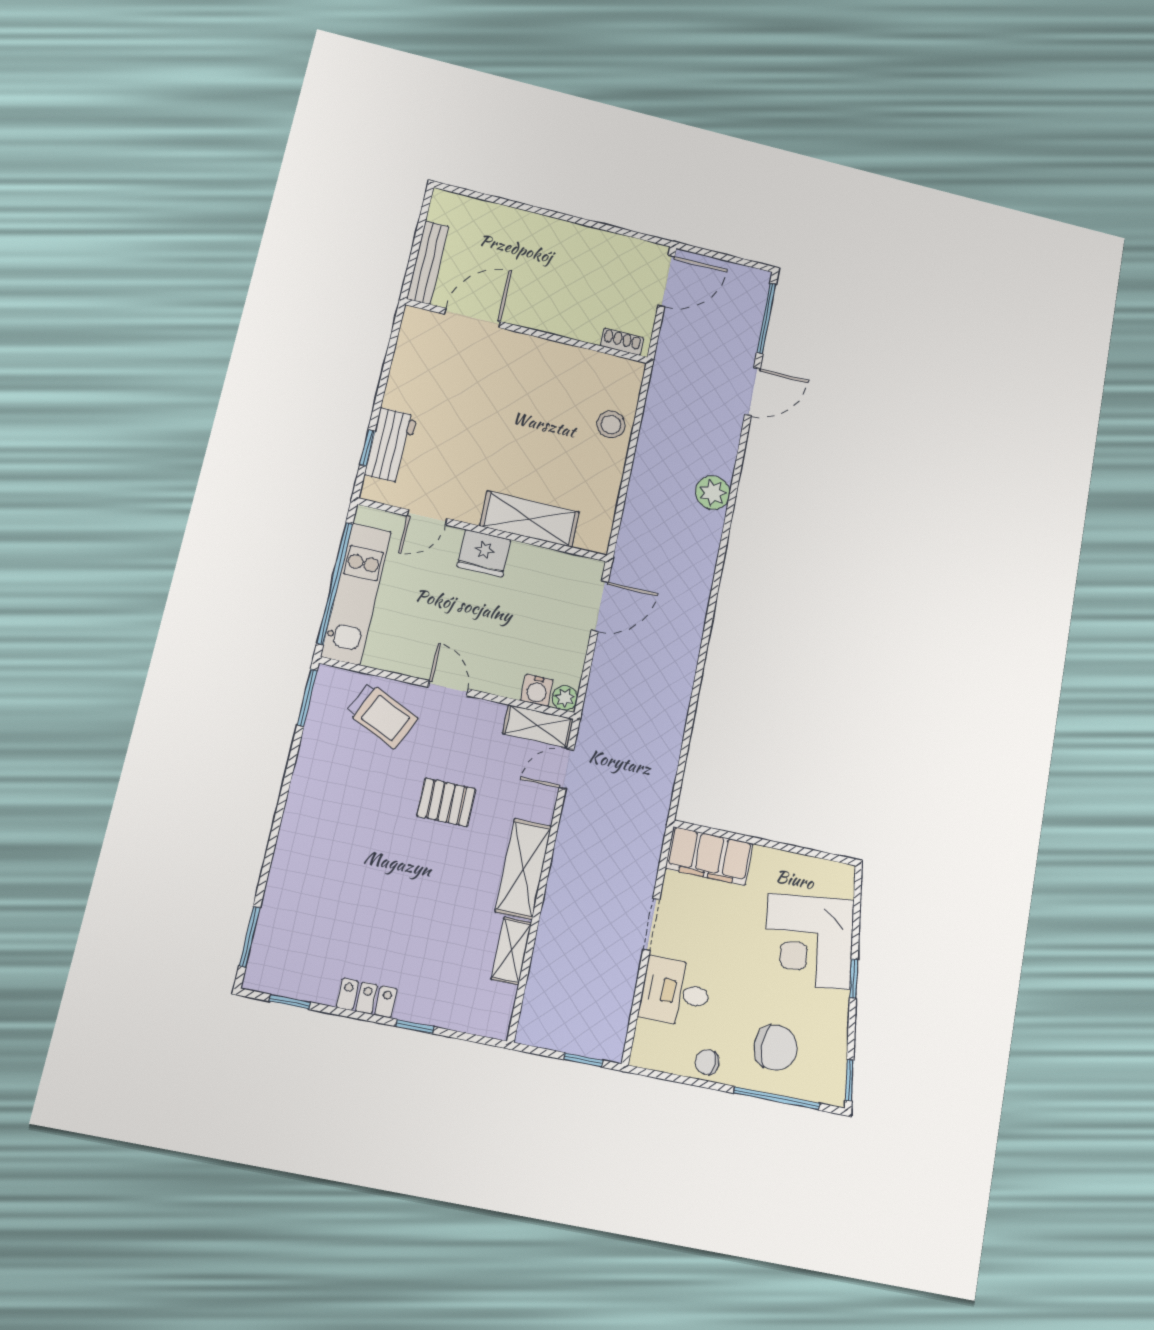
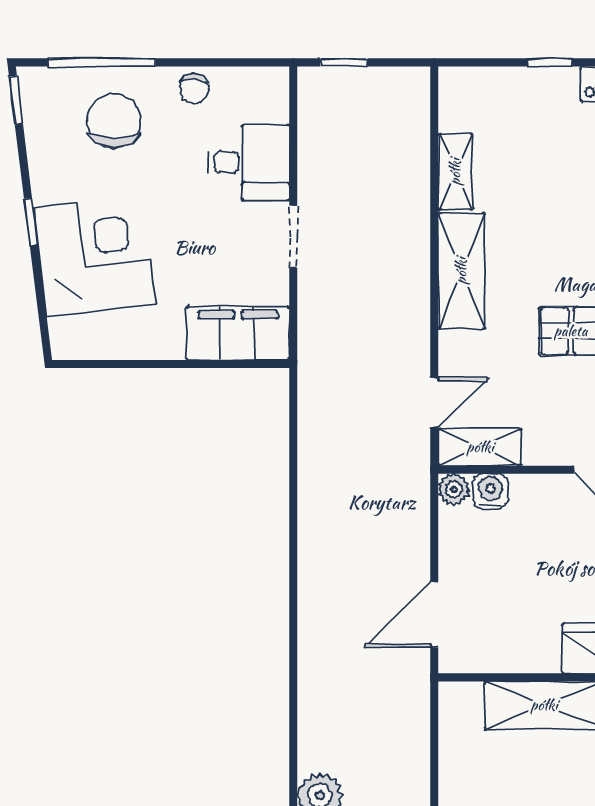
chair: (776, 1048) -> (114, 121), turned 90
chair: (707, 1062) -> (194, 88), turned 86

